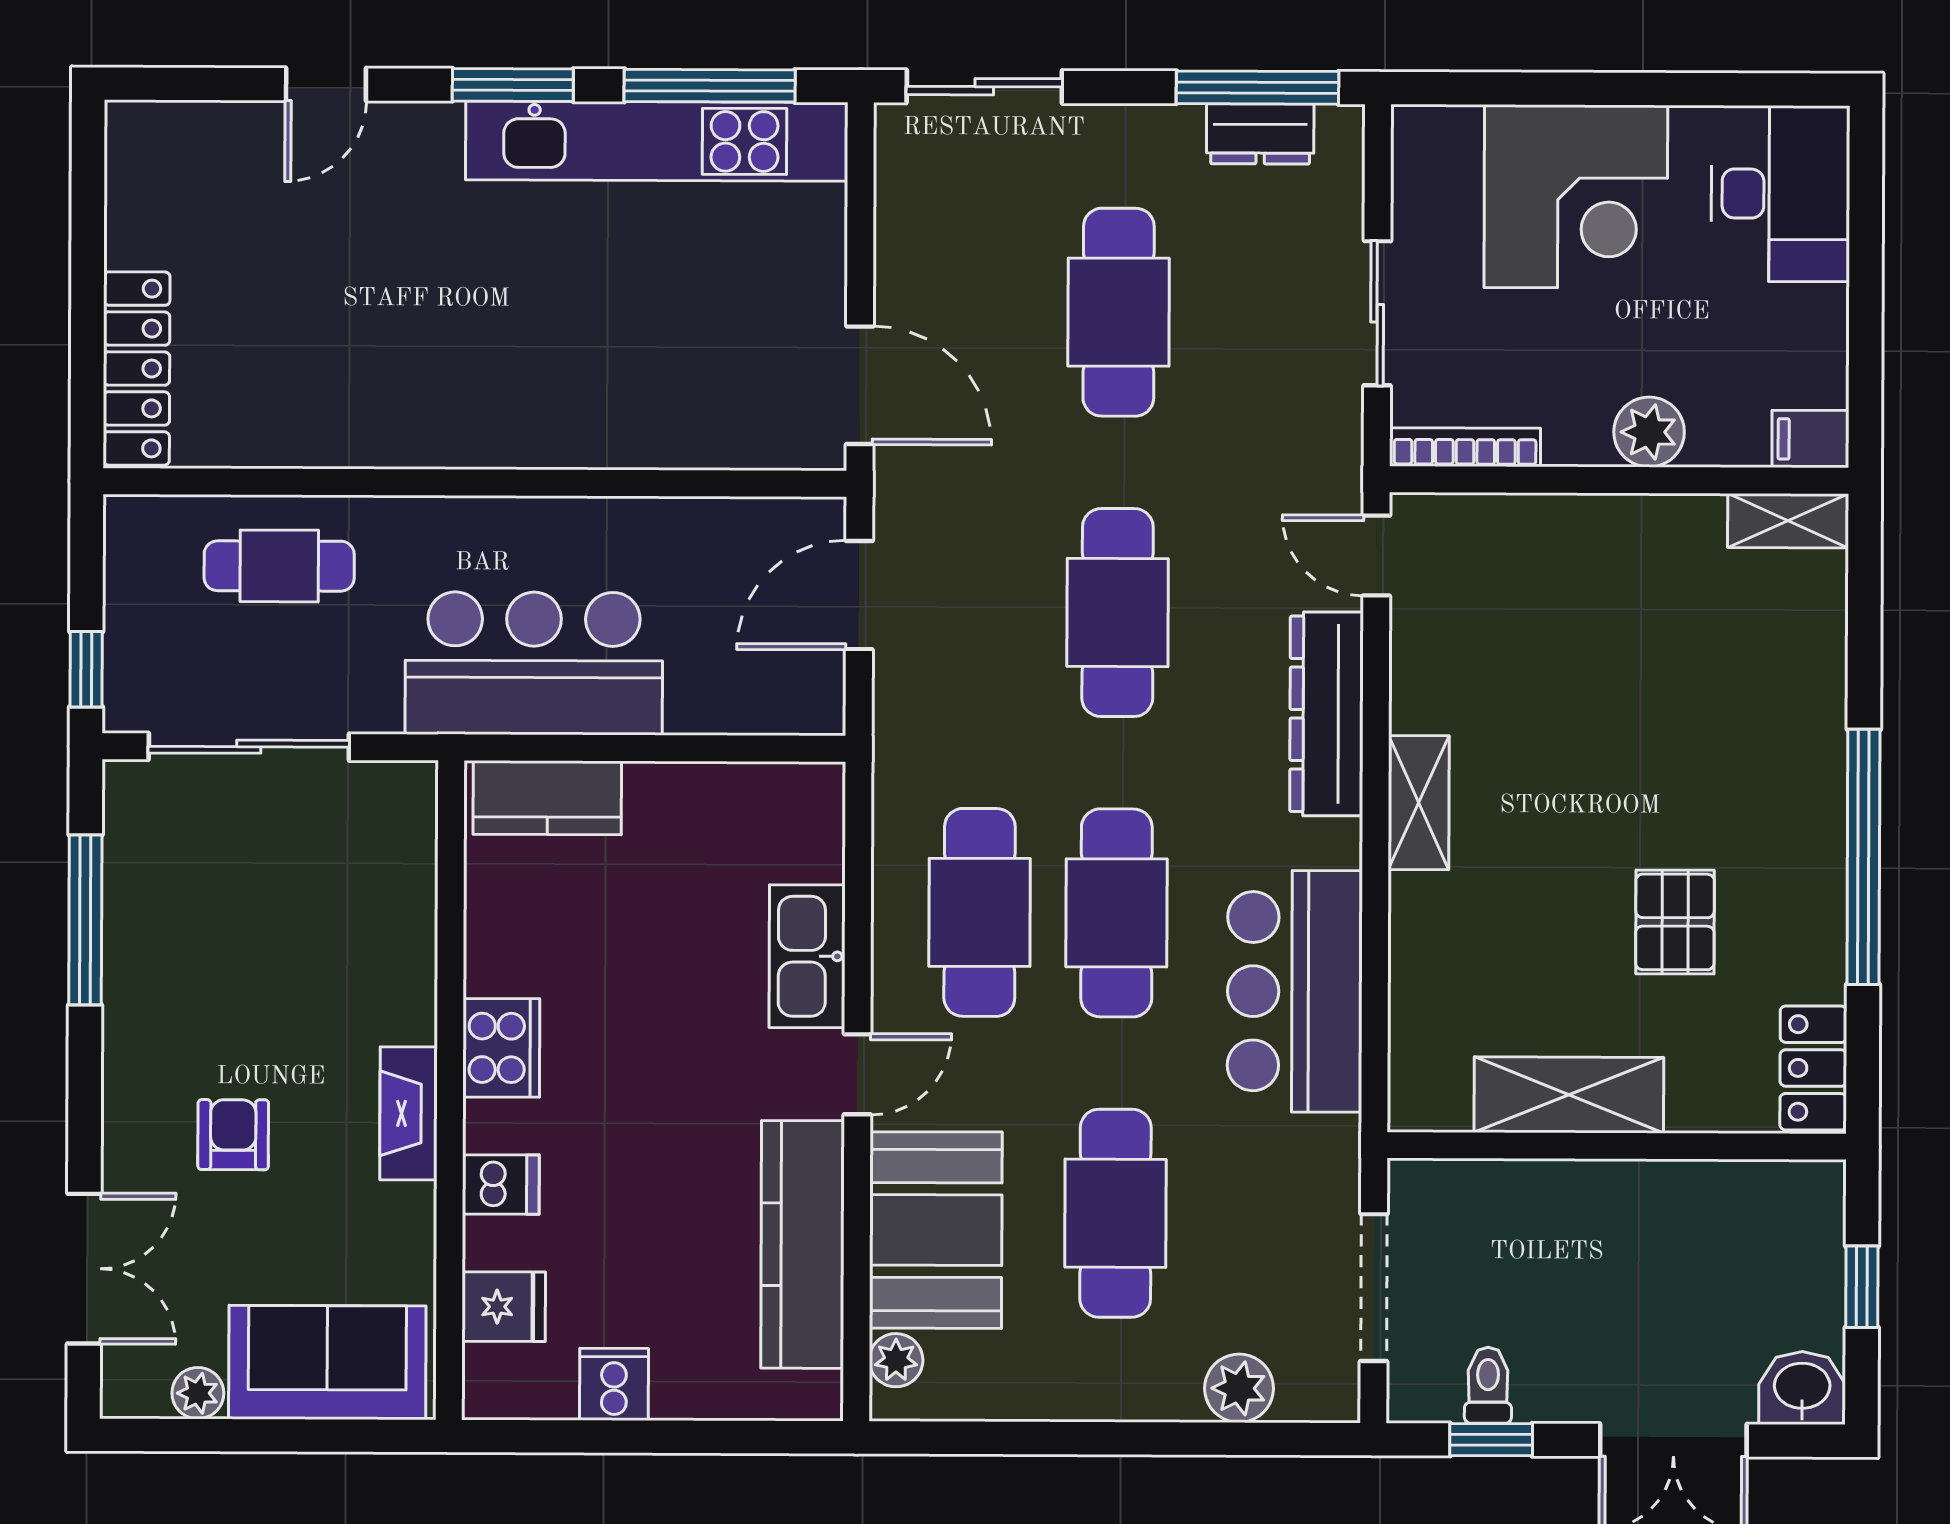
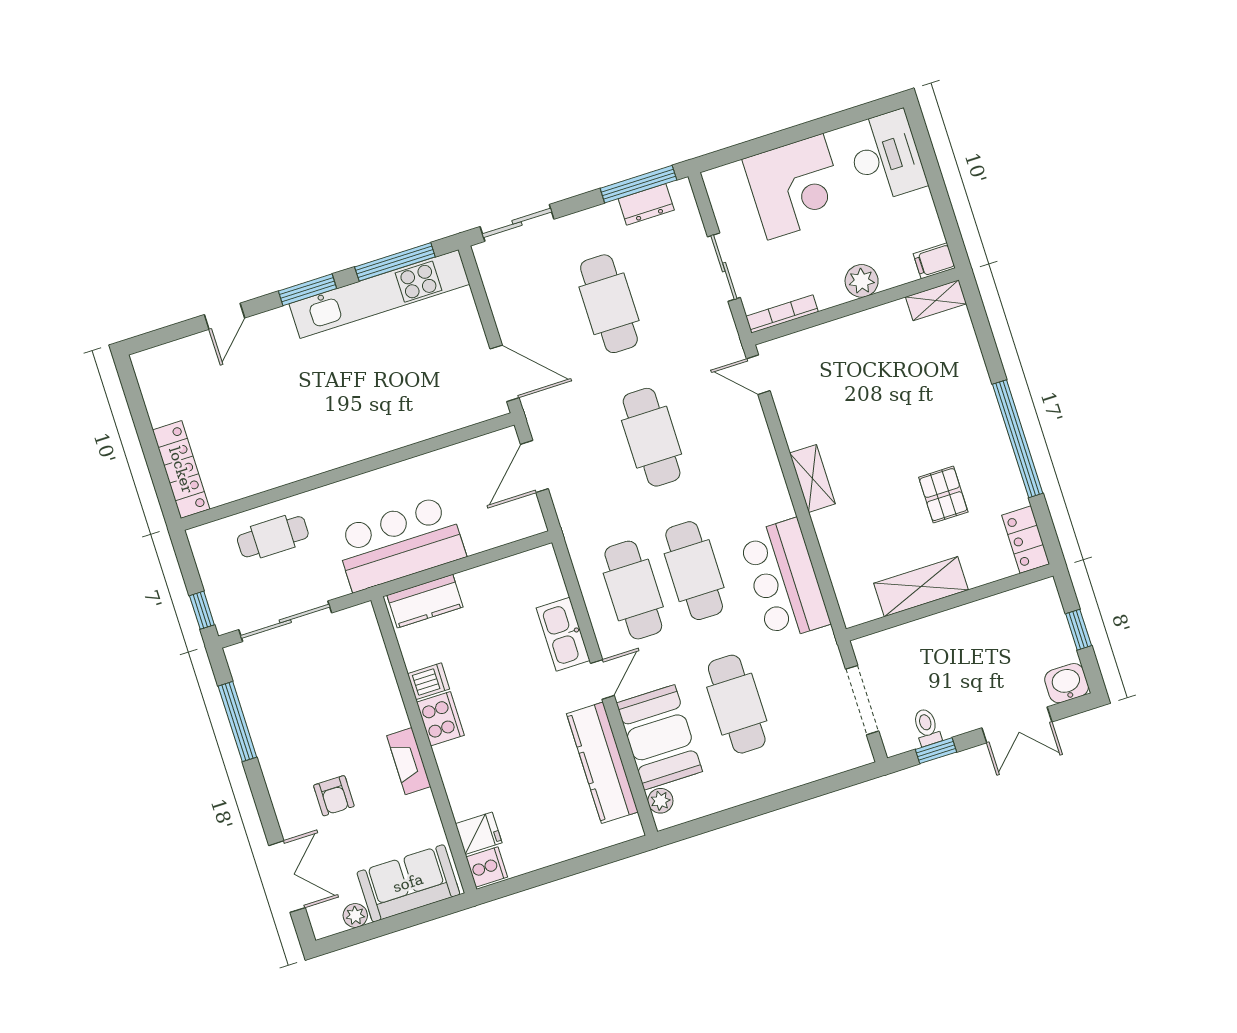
dresser: (1326, 714) -> (759, 452), removed
armchair: (233, 1135) -> (334, 796), turned 180
dishwasher: (501, 1184) -> (429, 681), moved
cooker: (614, 1384) -> (487, 867), moved, turned 90
plant: (1239, 1388) -> (817, 764), removed

